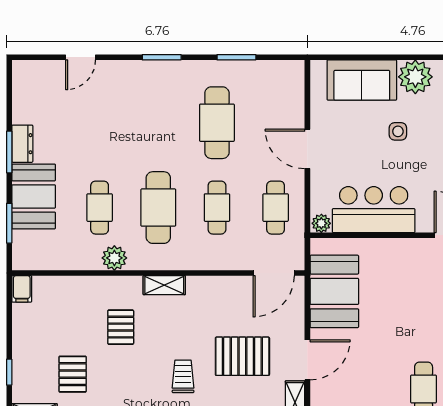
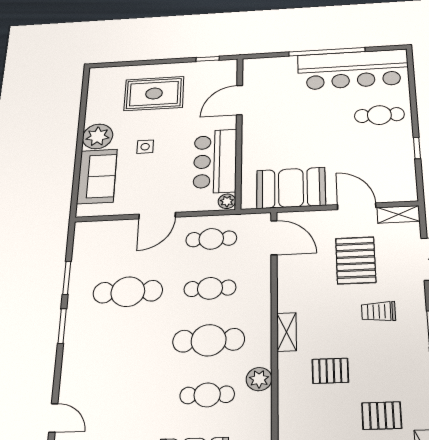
window: (162, 57) -> (62, 326), moved

